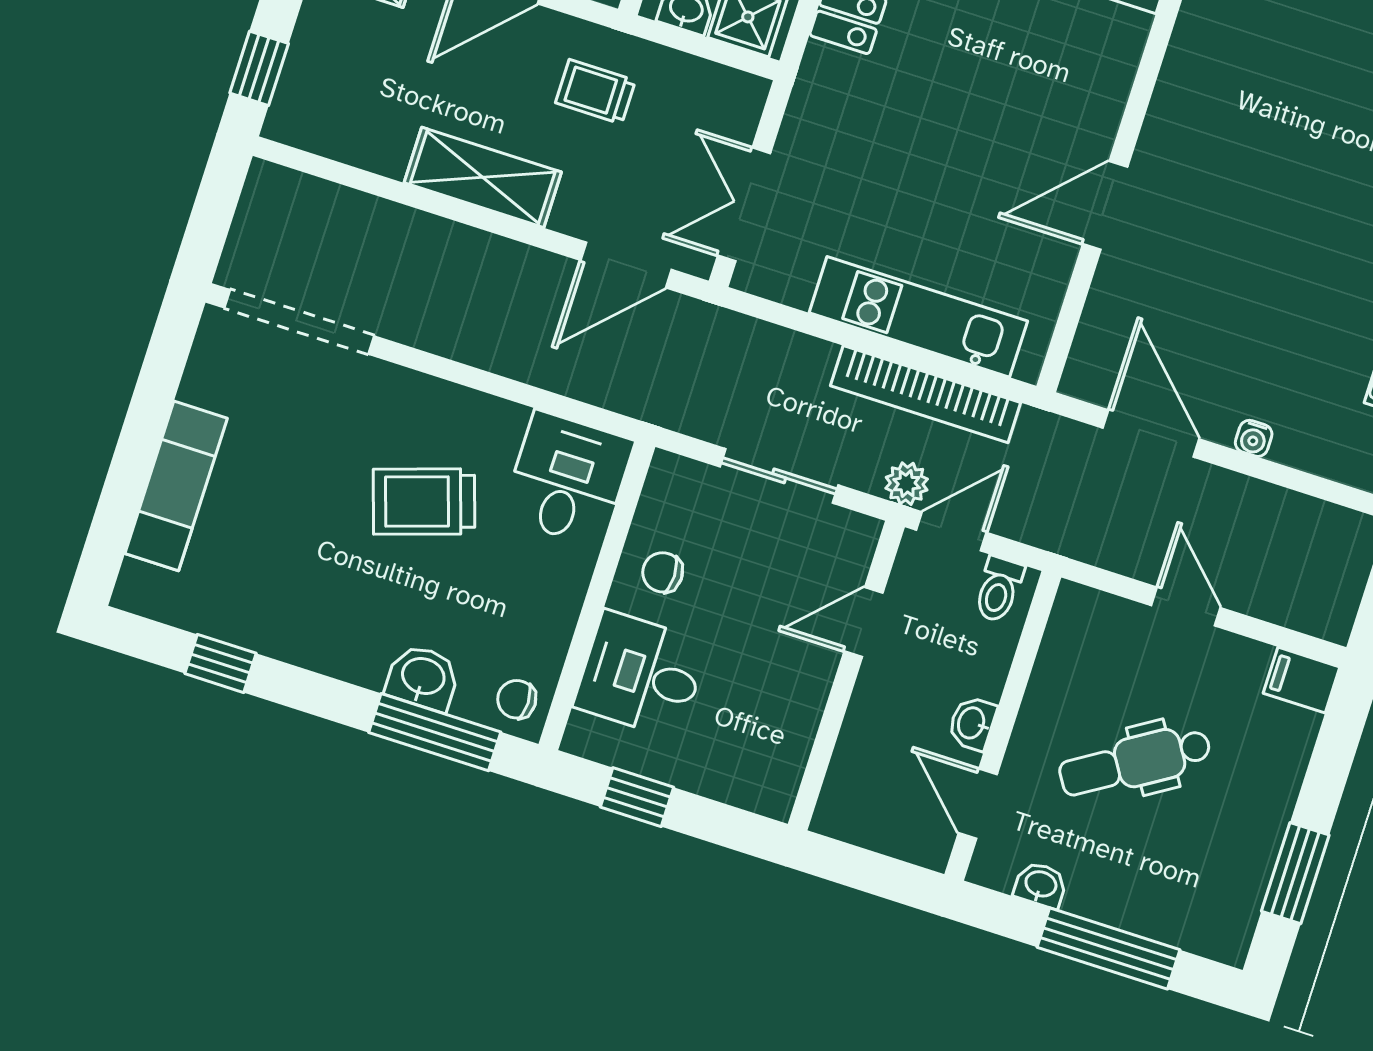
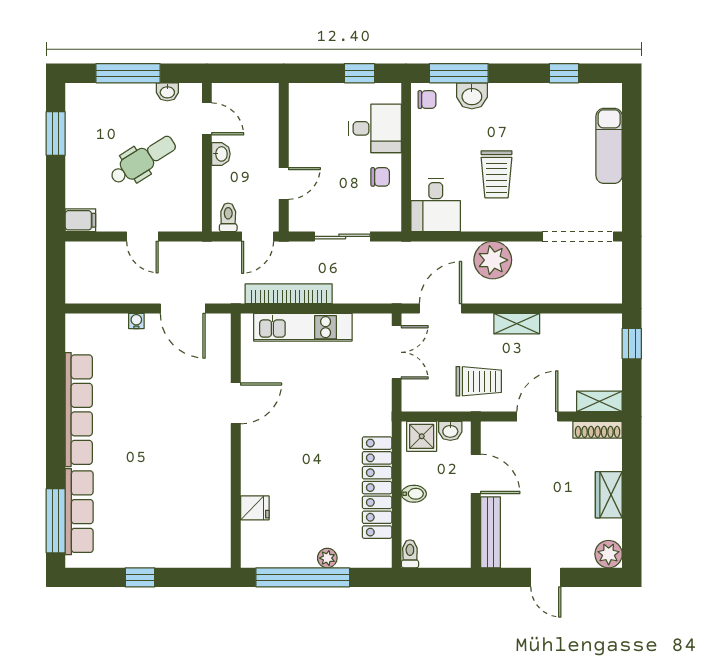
trolley: (595, 92) -> (479, 381), width x1.36, depth x1.39
shelving: (483, 177) -> (517, 324), width x0.67, depth x0.75
plant: (907, 484) -> (493, 260), moved, width x1.88, depth x1.88
trolley: (424, 502) -> (497, 174), turned 108

